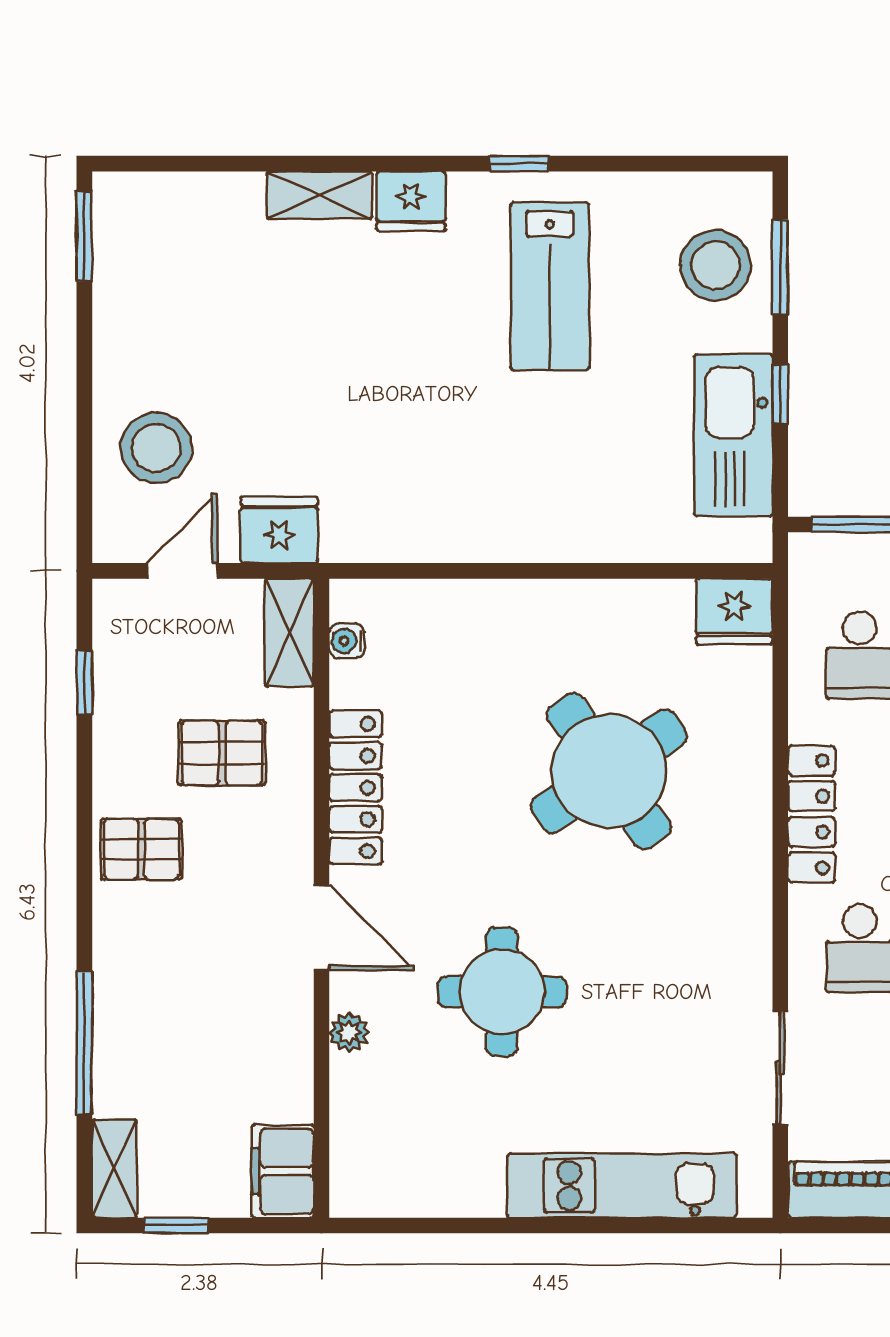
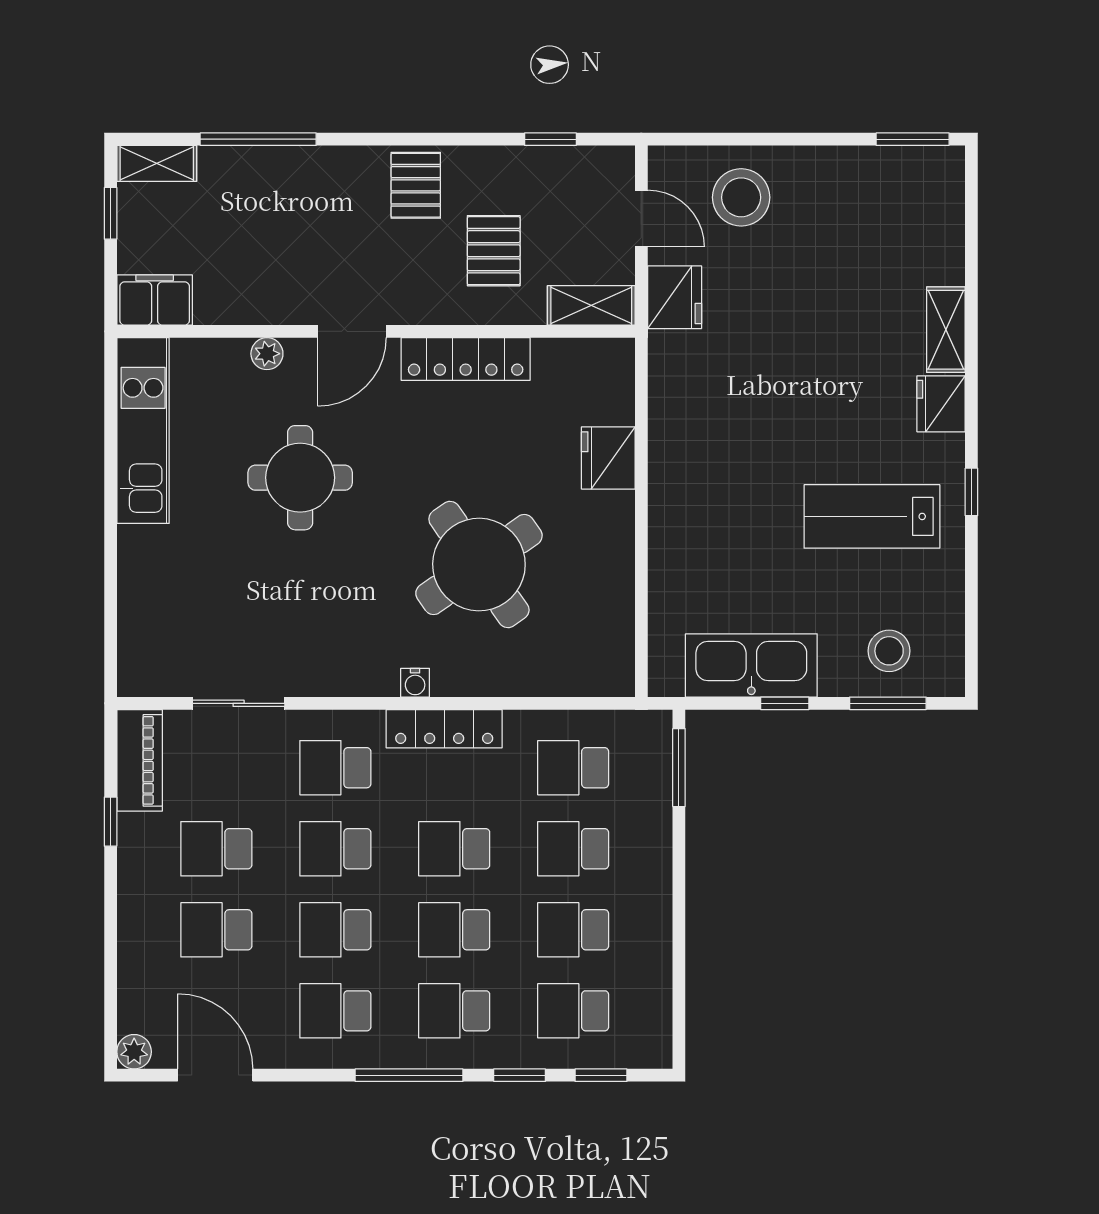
stool: (716, 265) -> (889, 651), width x0.73, depth x0.73
fridge: (734, 612) -> (608, 458), moved
water cooler: (347, 641) -> (415, 683), moved, turned 180
kitchen unit: (622, 1185) -> (143, 431), moved

